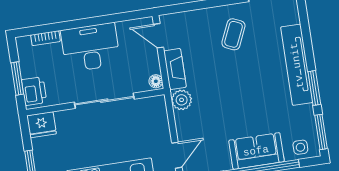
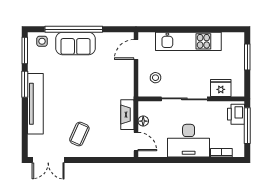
window: (17, 78) -> (247, 126), width x1.44
floor lamp: (156, 81) -> (143, 121), moved
plant: (182, 100) -> (126, 91), removed
stool: (146, 122) -> (155, 78), added
fridge: (42, 125) -> (221, 88), moved

